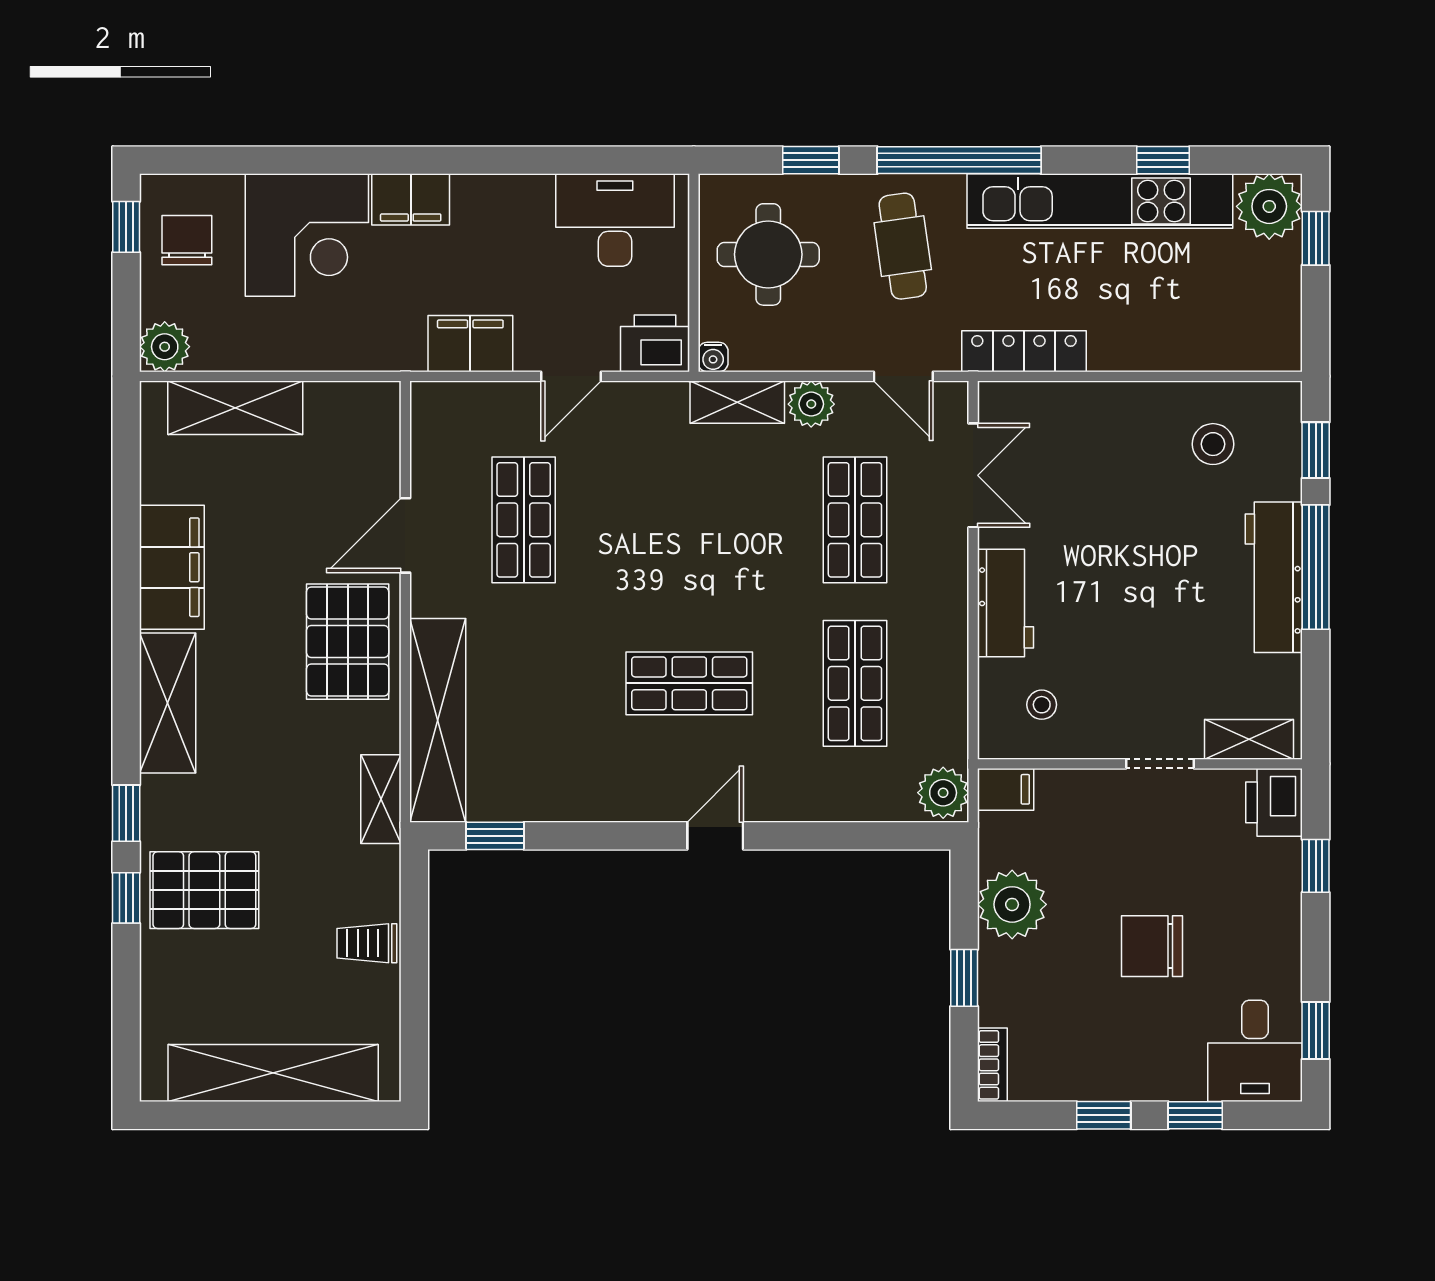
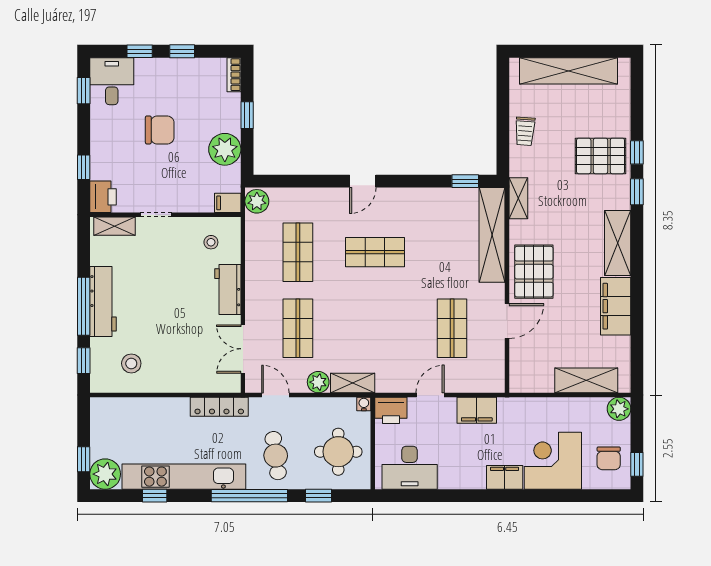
trolley: (367, 943) -> (525, 131), turned 94

